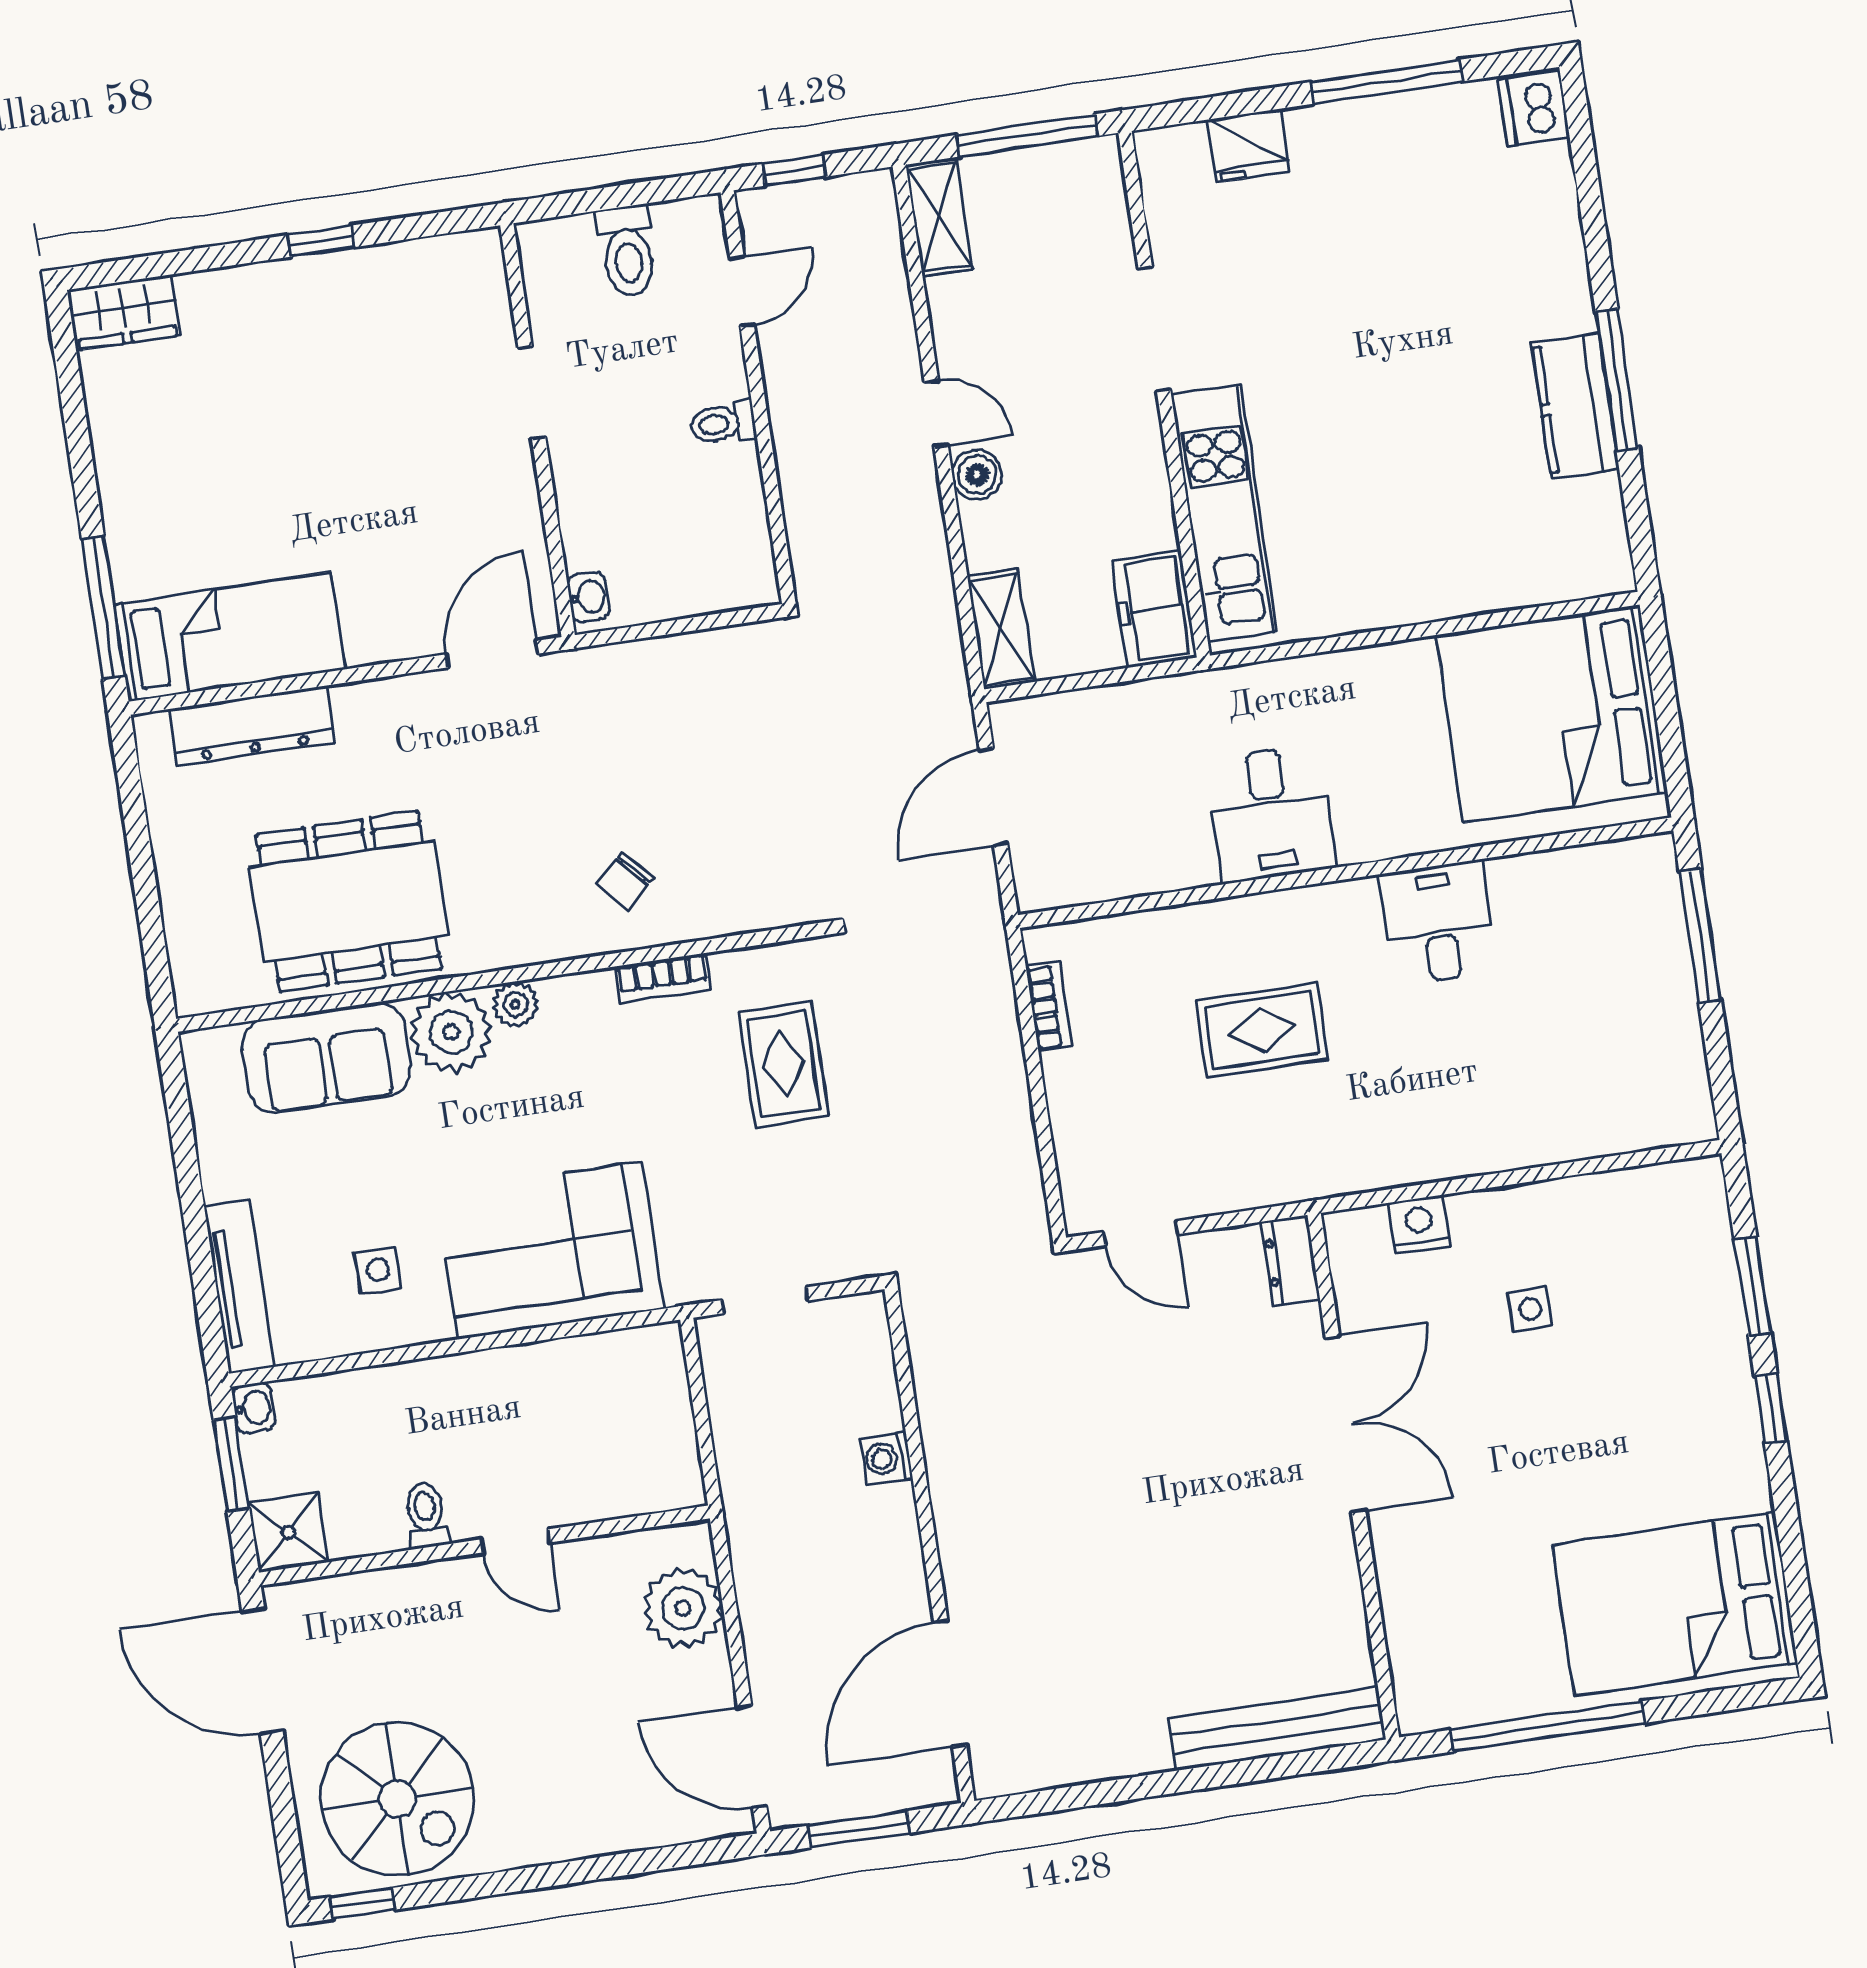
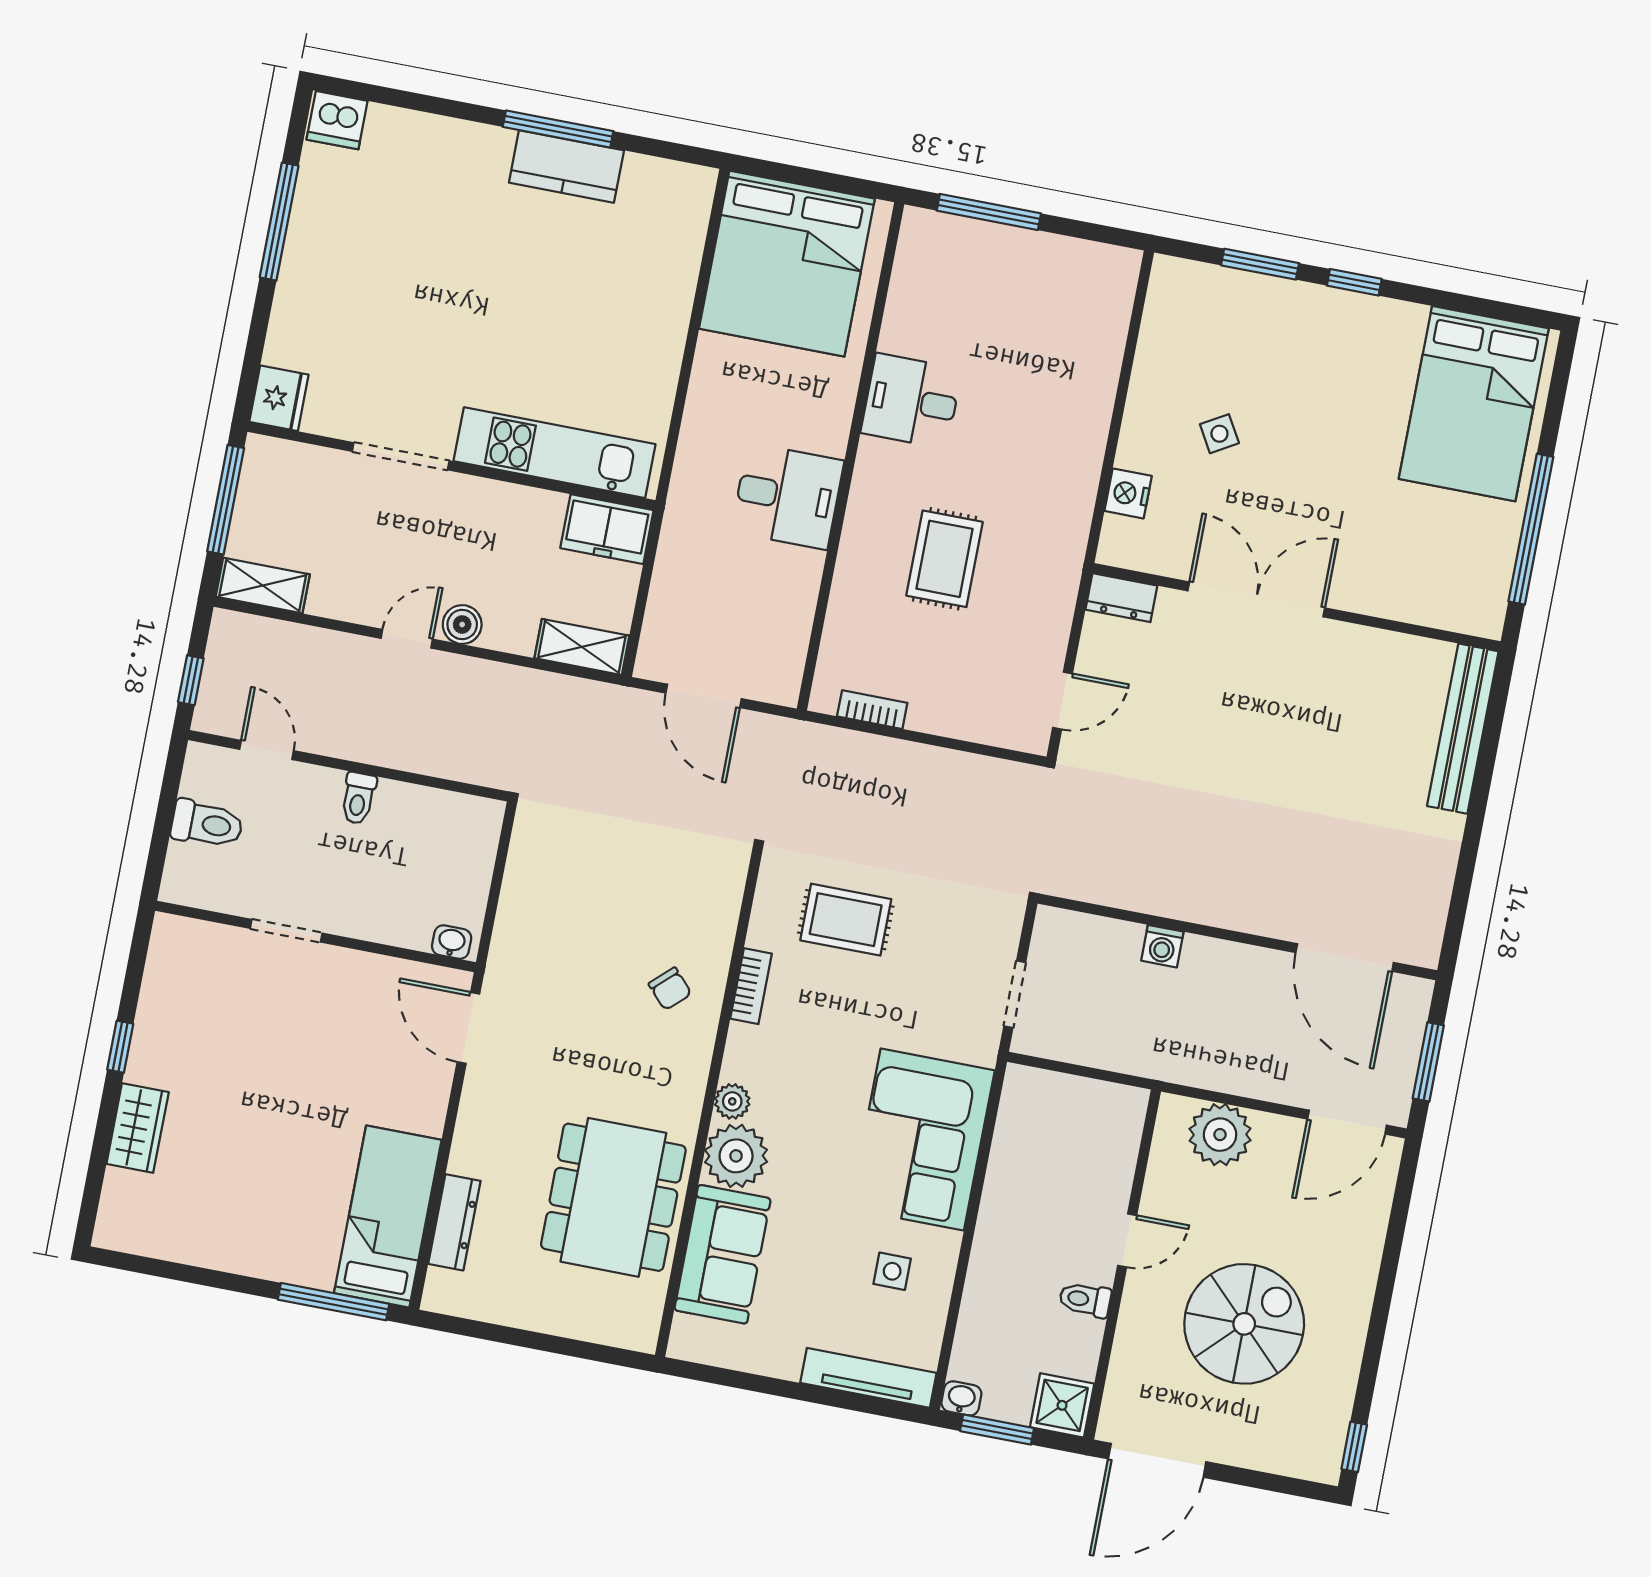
fridge: (1248, 146) -> (279, 398), moved
wardrobe: (124, 312) -> (138, 1128), moved
dresser: (252, 725) -> (454, 1222), width x0.73, depth x0.80
side table: (1530, 1309) -> (1219, 434), turned -30
spiral stairs: (397, 1799) -> (1244, 1324), moved

